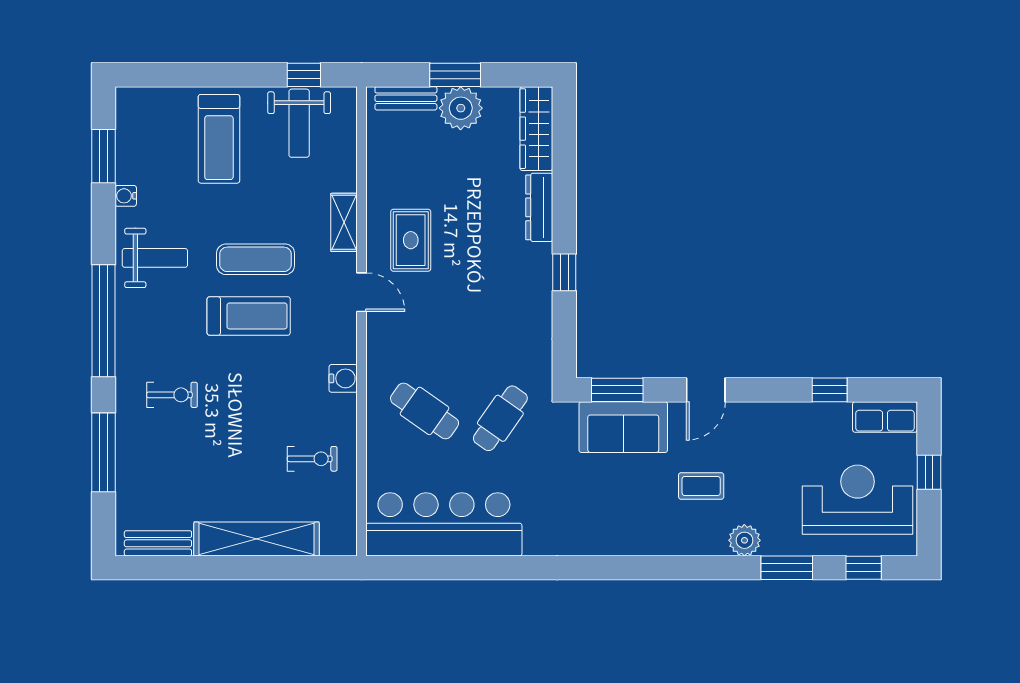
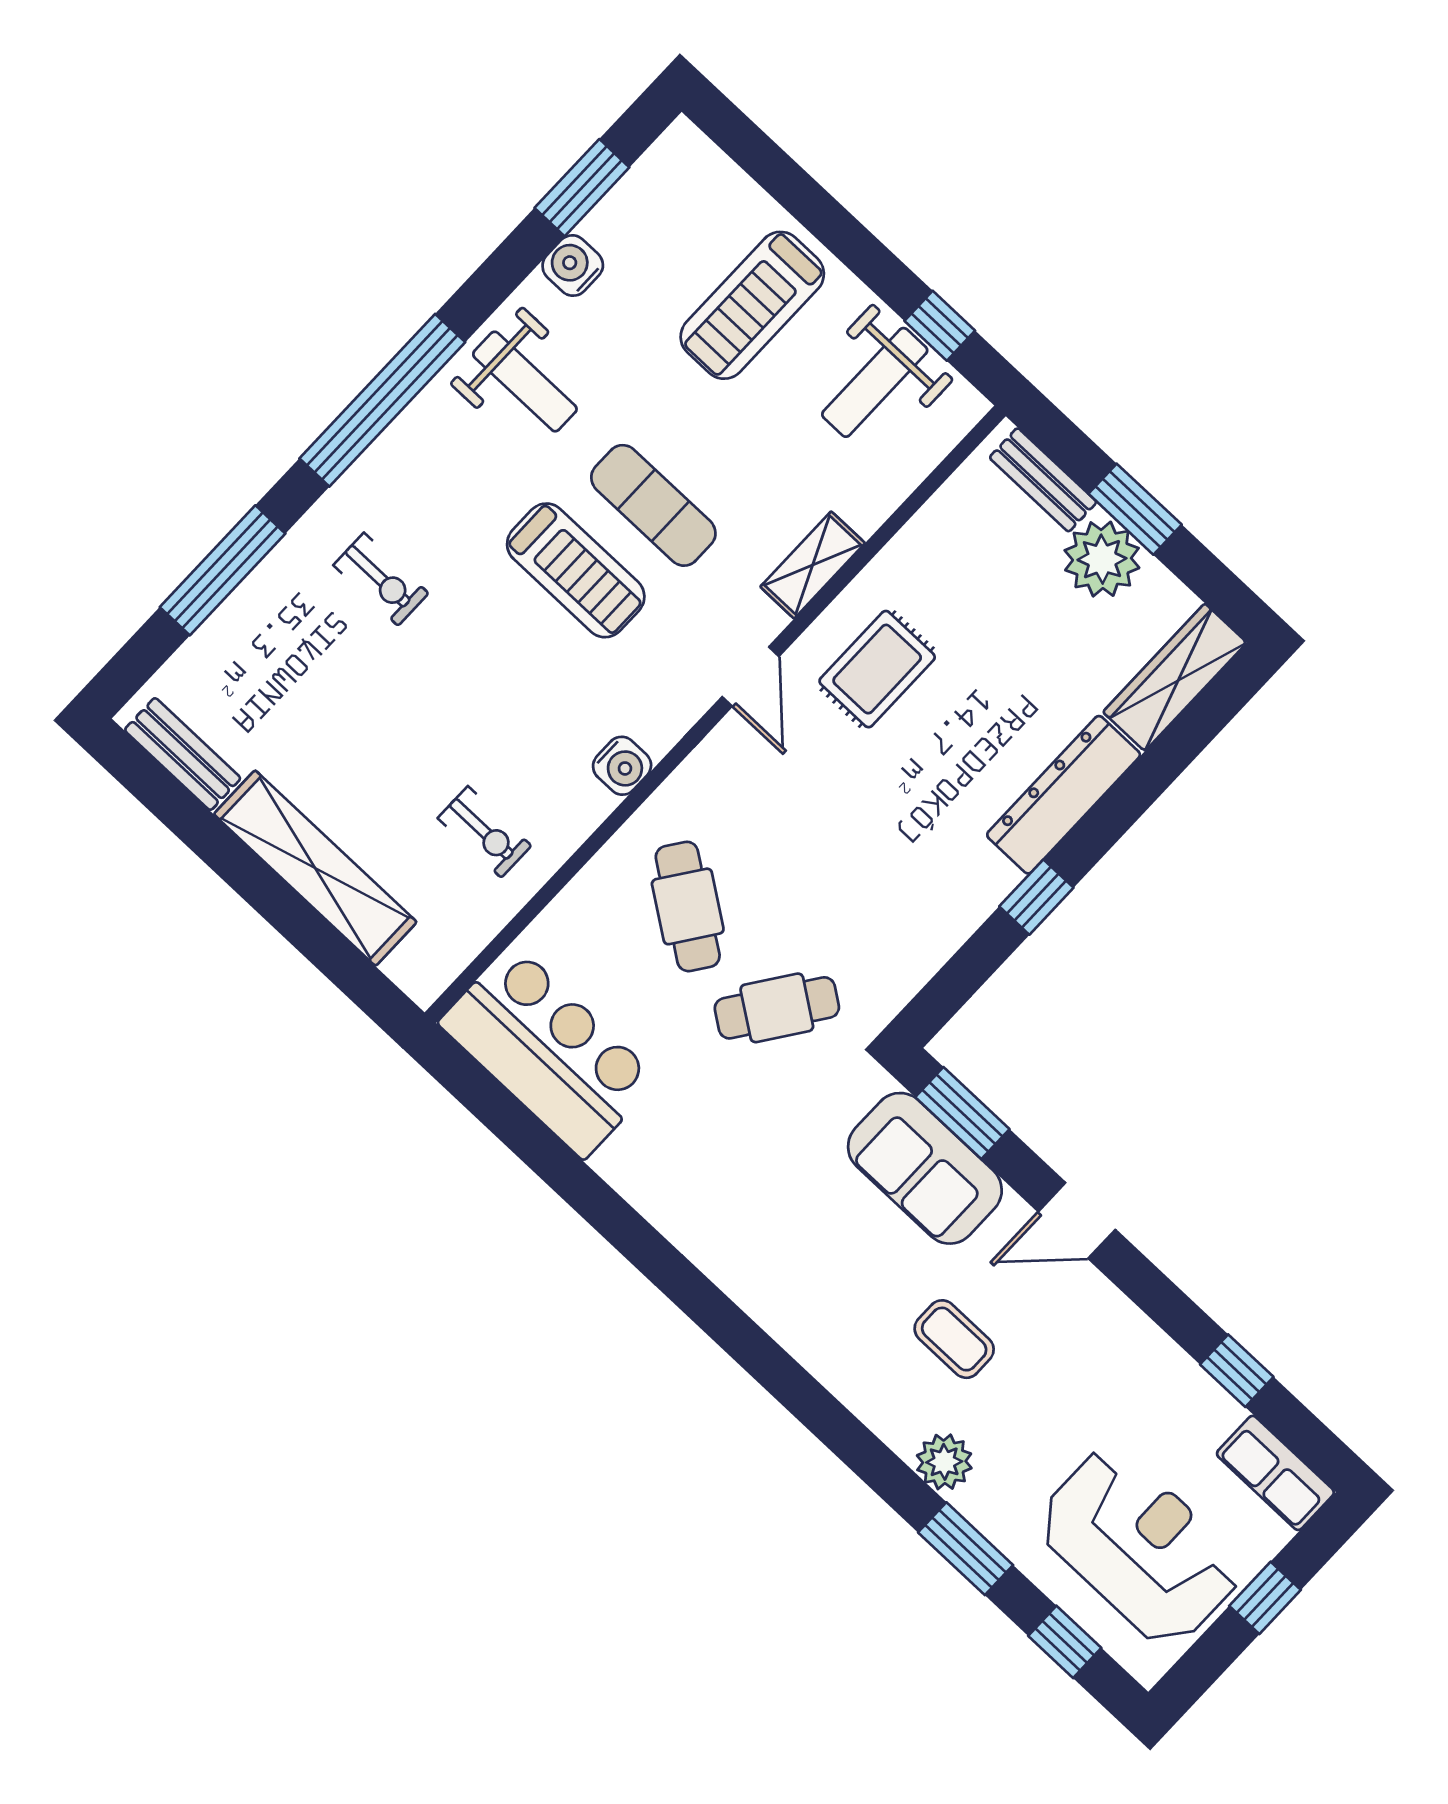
water cooler: (126, 196) -> (573, 266), width x1.38, depth x1.38
dresser: (539, 207) -> (1064, 795), width x1.37, depth x1.24
bar counter: (444, 524) -> (548, 1051), width x0.73

